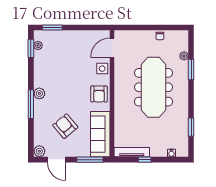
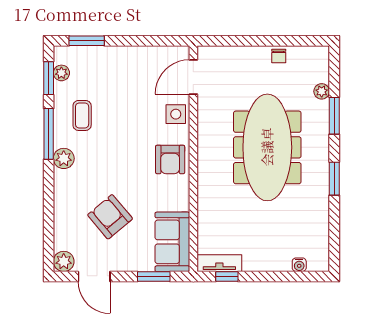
coffee table: (50, 69) -> (82, 115), added
window: (31, 104) -> (49, 134), moved
window: (191, 127) -> (334, 179), moved
sofa: (100, 134) -> (172, 242), width x0.73
tv unit: (132, 152) -> (219, 263), width x0.71
window: (90, 160) -> (154, 276), width x0.69
window: (145, 160) -> (227, 276), moved

